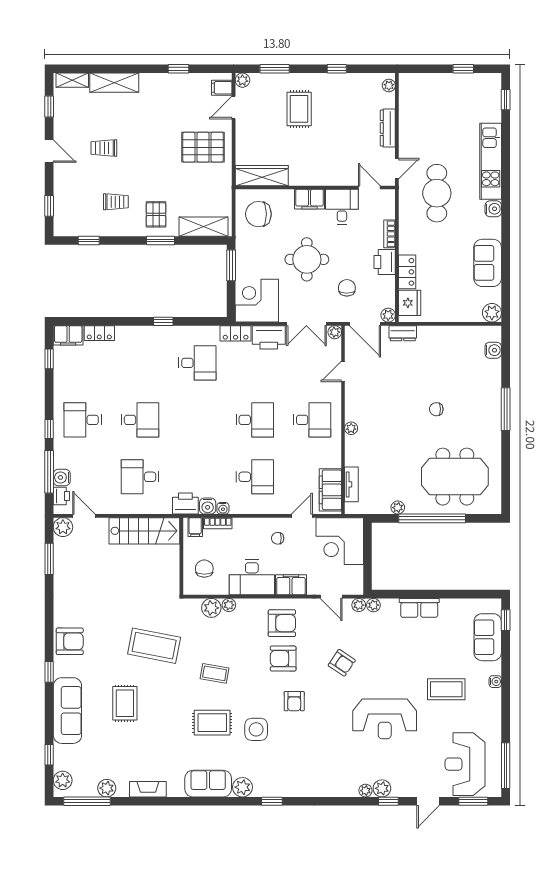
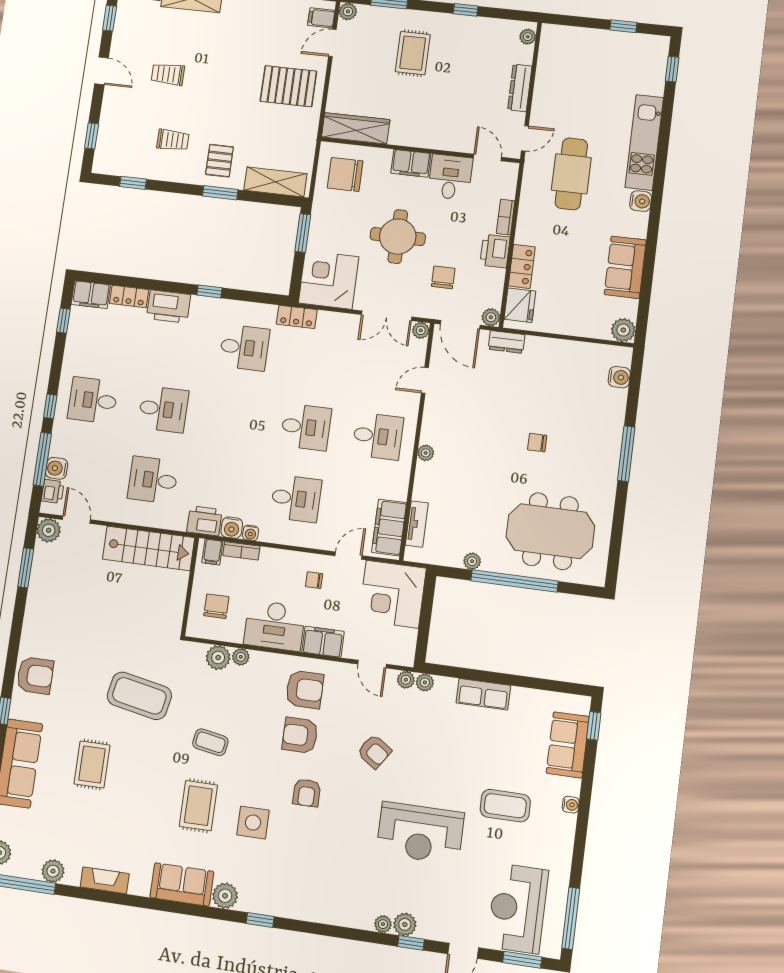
printer: (269, 337) -> (168, 306), moved
rug: (212, 723) -> (198, 806), turned 90

